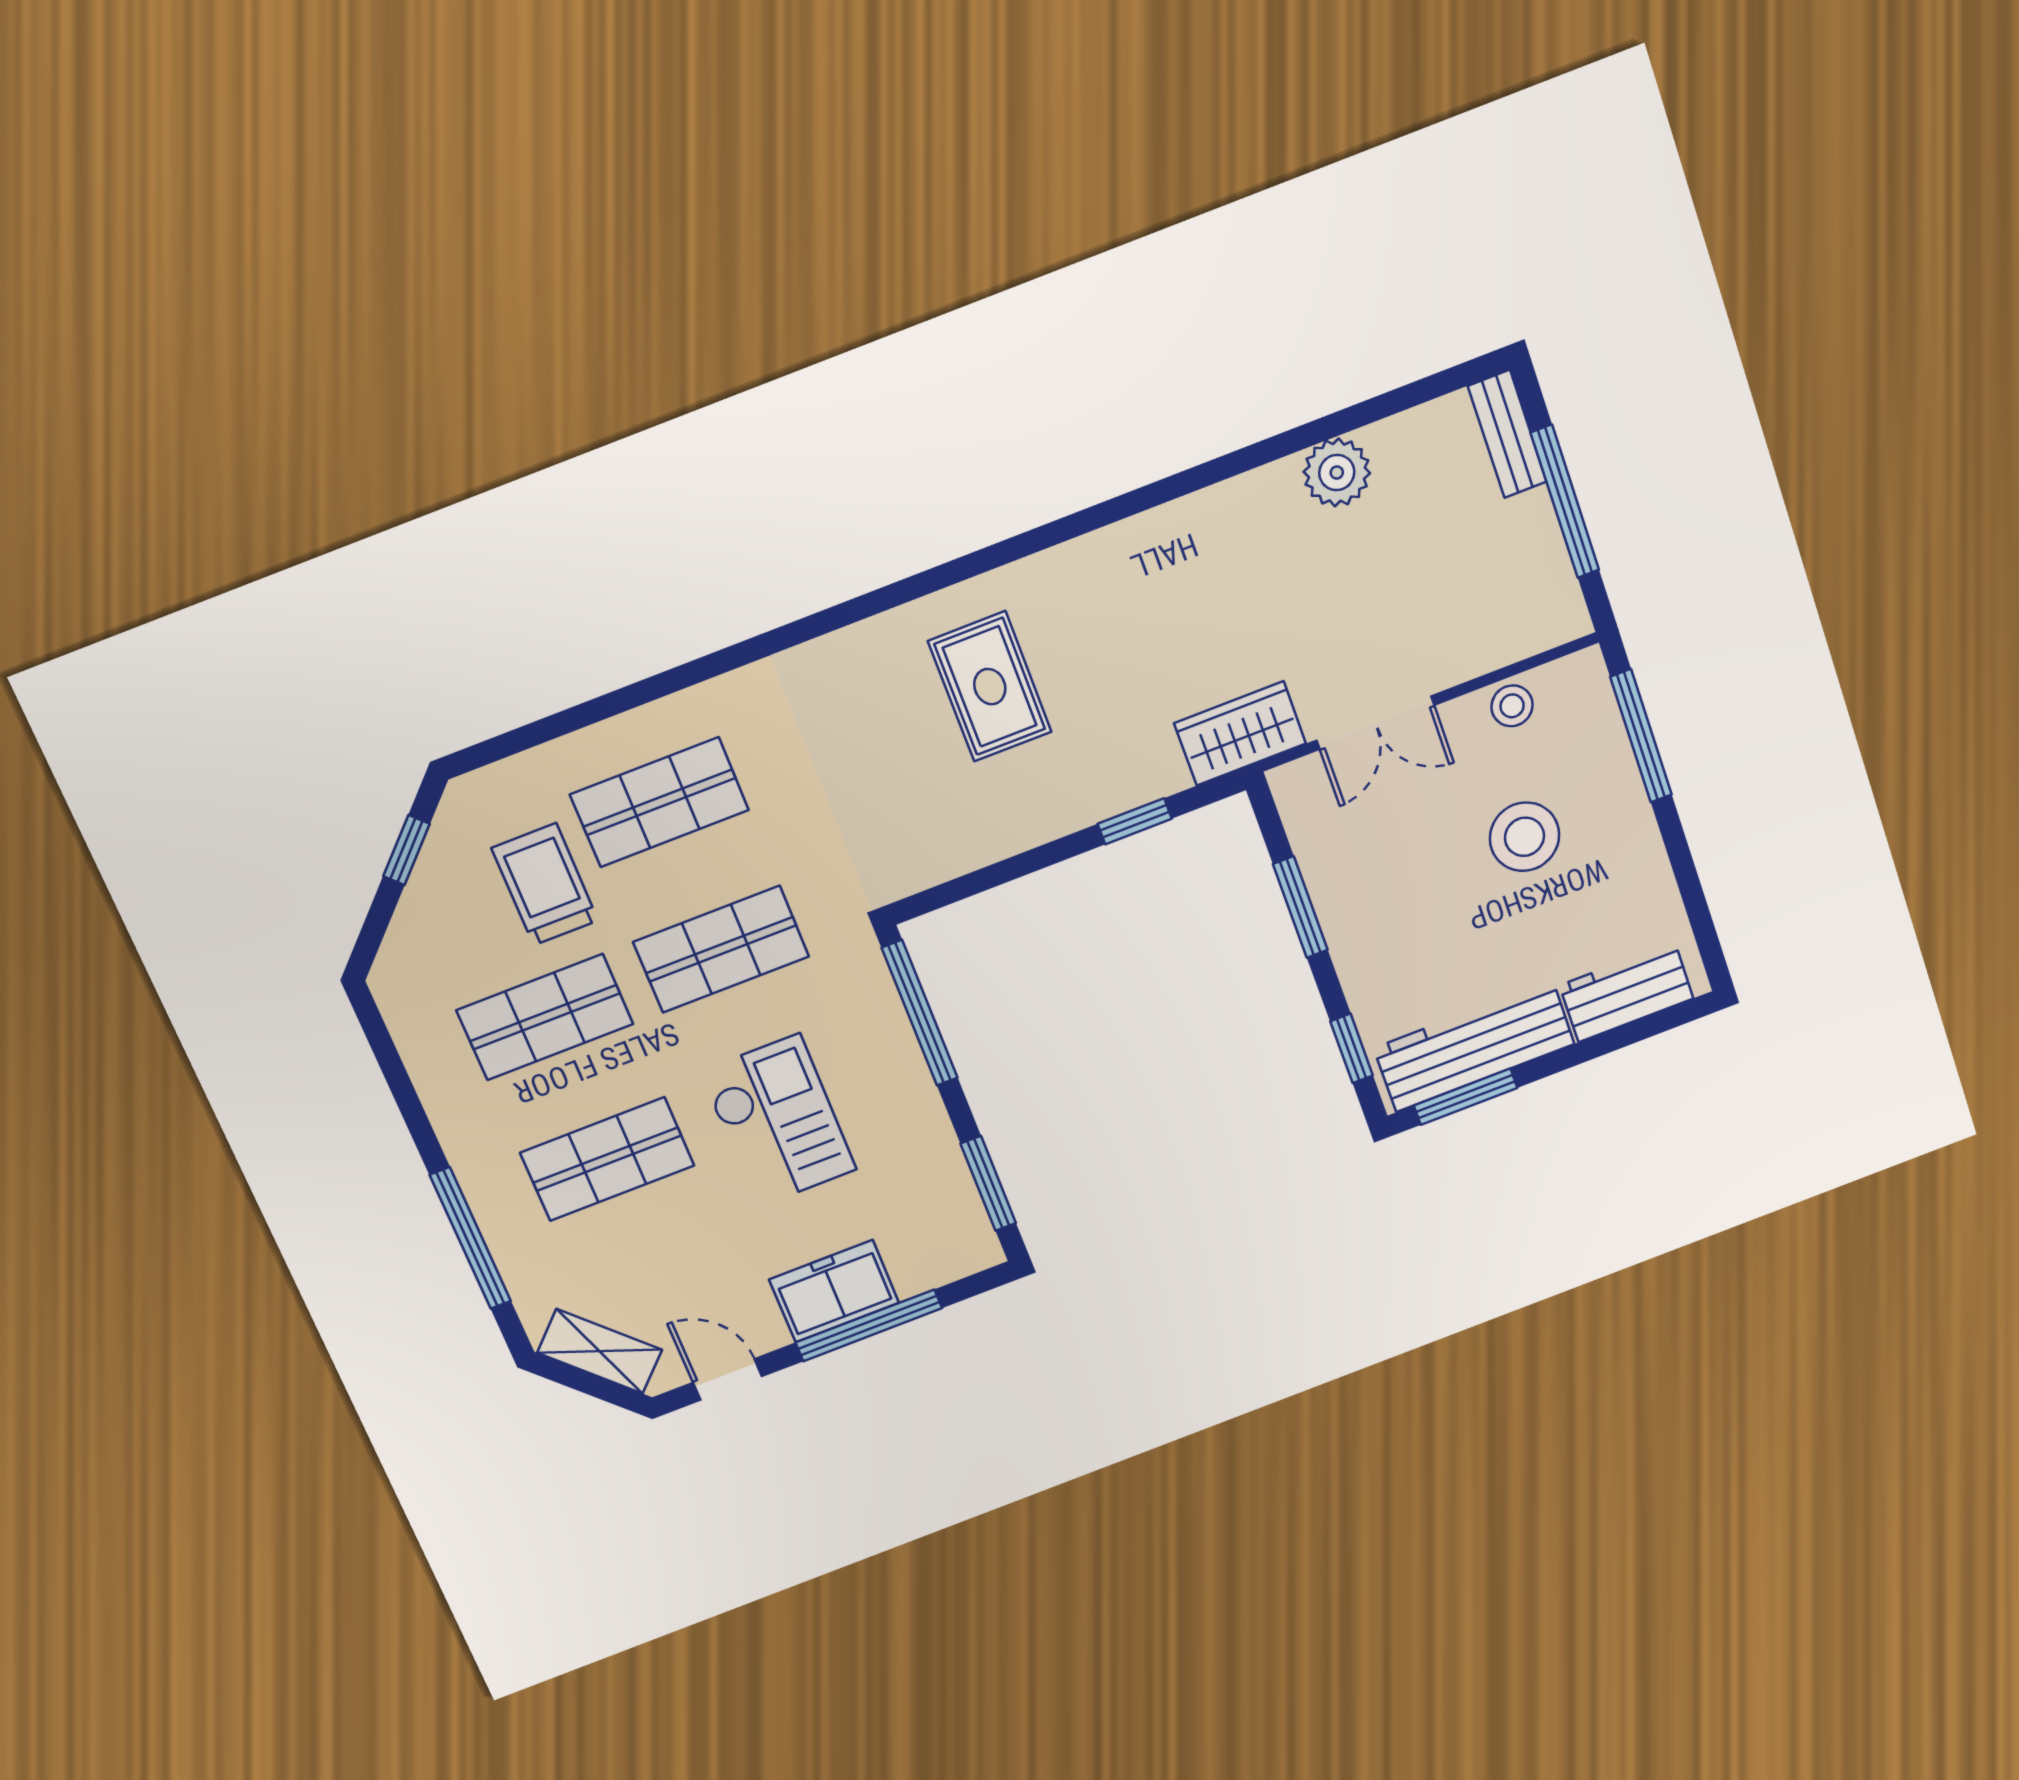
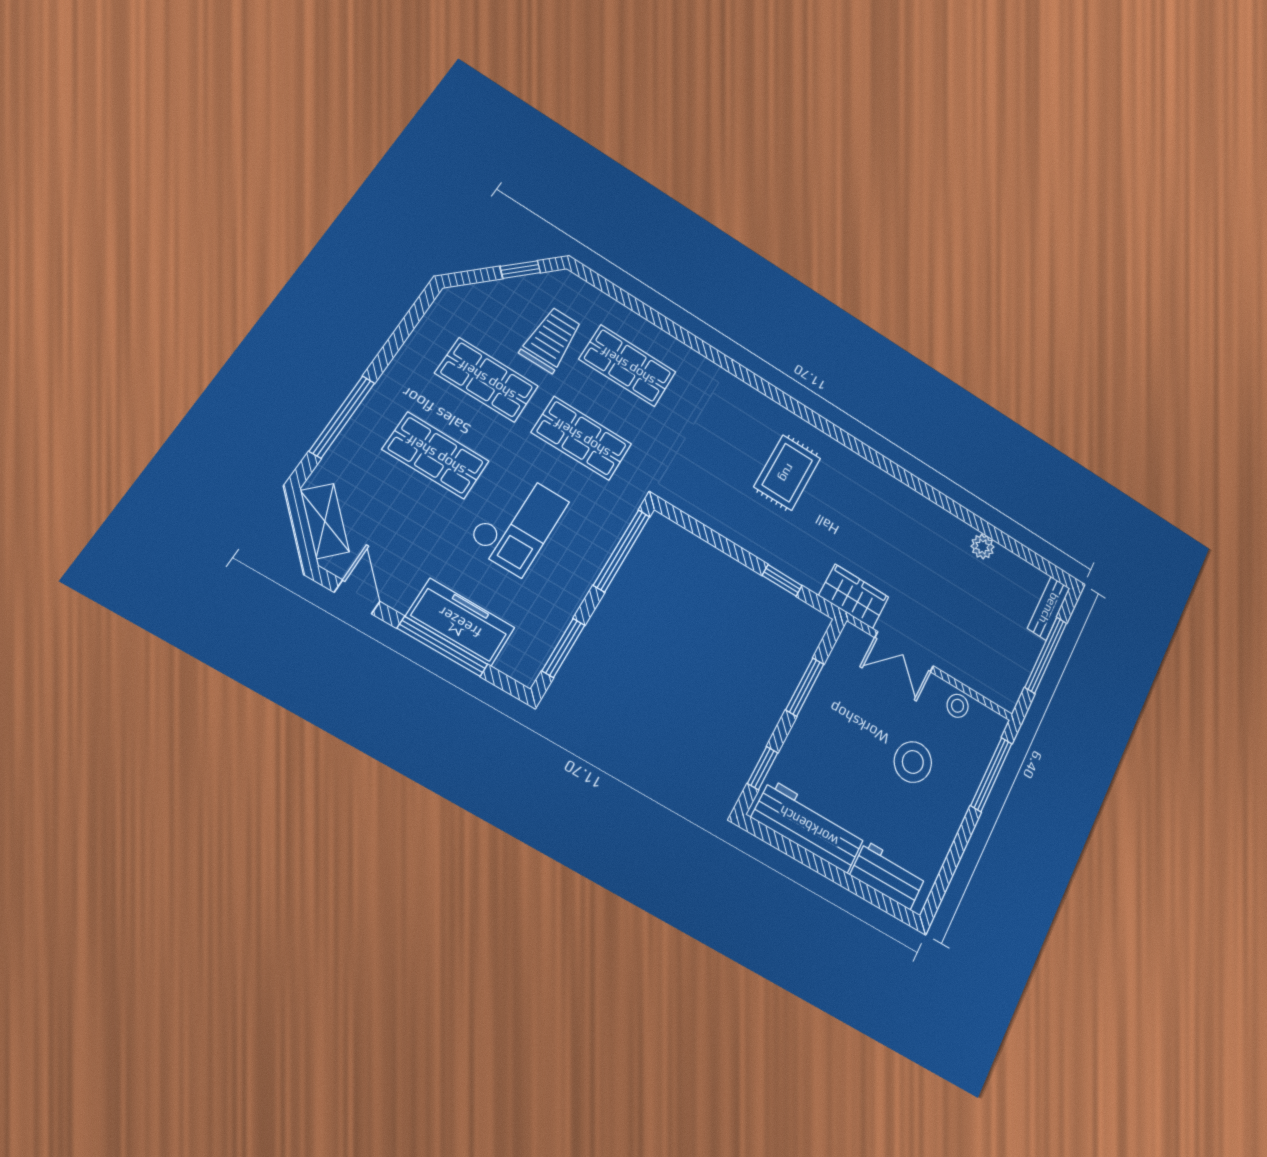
plant: (1337, 473) -> (982, 547), width x0.73, depth x0.73
window: (1465, 1097) -> (783, 844), removed
freezer: (834, 1291) -> (460, 622), width x1.40

